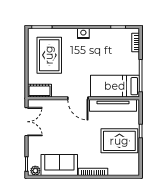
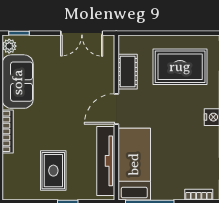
cot: (40, 91) -> (128, 72), moved
rug: (119, 141) -> (53, 171), width x0.73, depth x0.70

